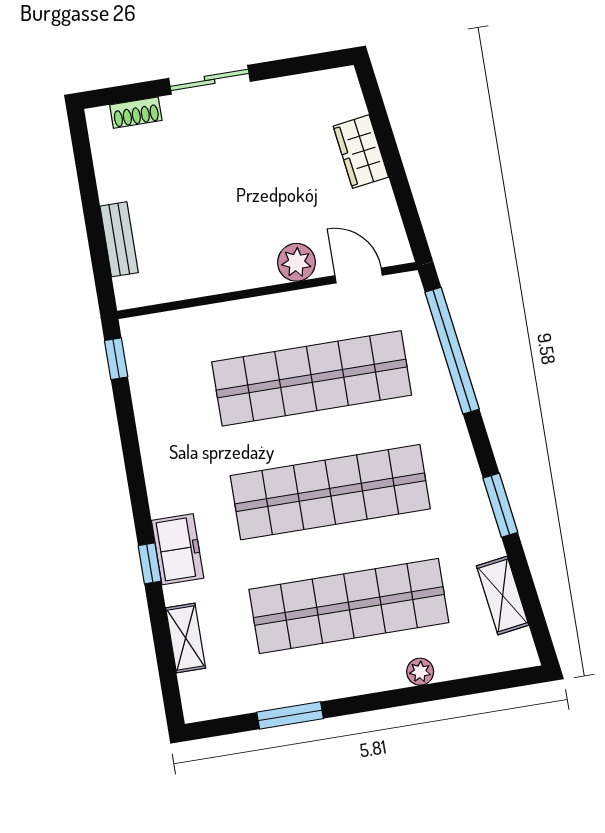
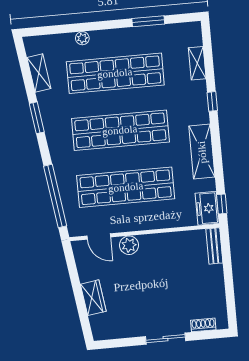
bench: (119, 239) -> (214, 246), moved
shelving: (163, 461) -> (202, 152), added
freezer: (178, 549) -> (207, 208), moved

